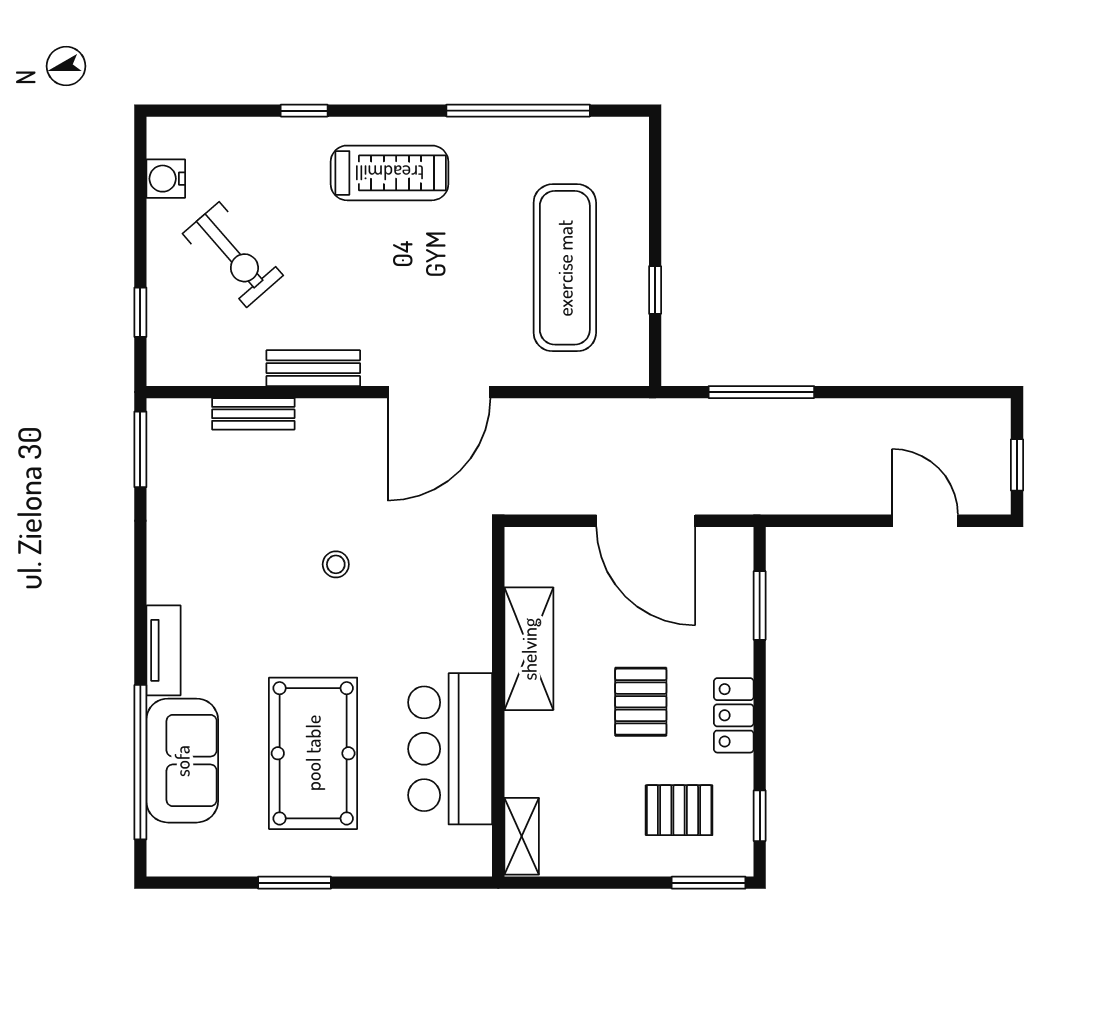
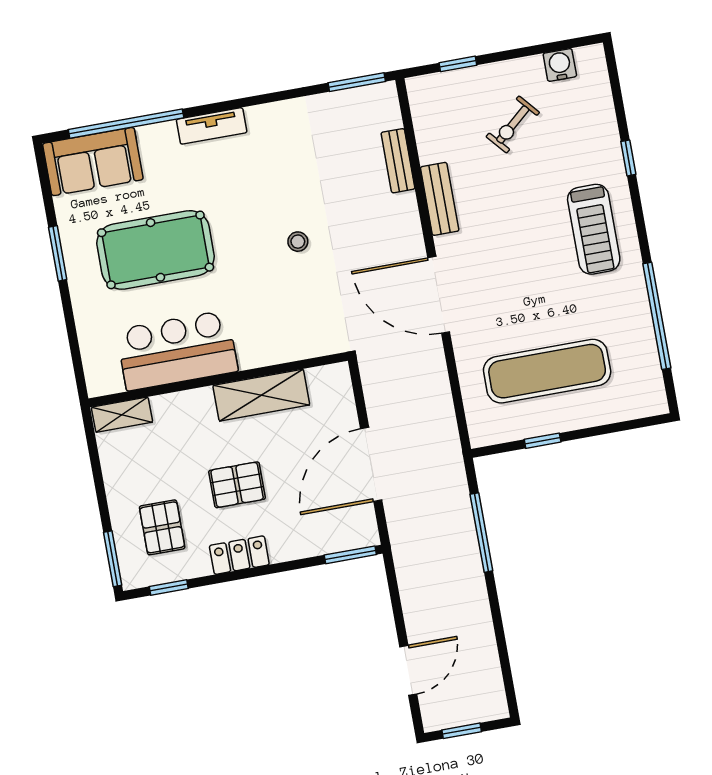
exercise bike: (233, 255) -> (513, 125), width x0.73, depth x0.72
window: (760, 605) -> (350, 555), moved
sofa: (182, 761) -> (93, 162), moved

